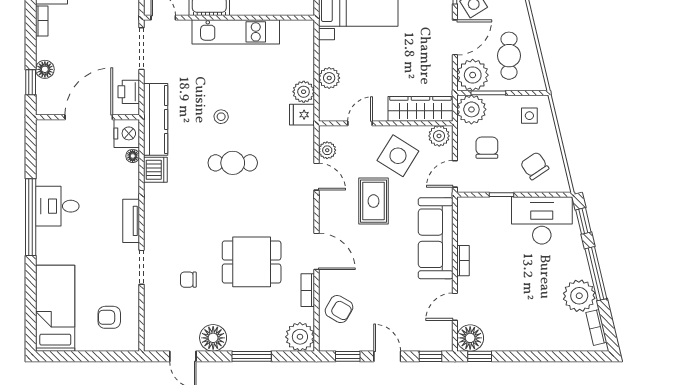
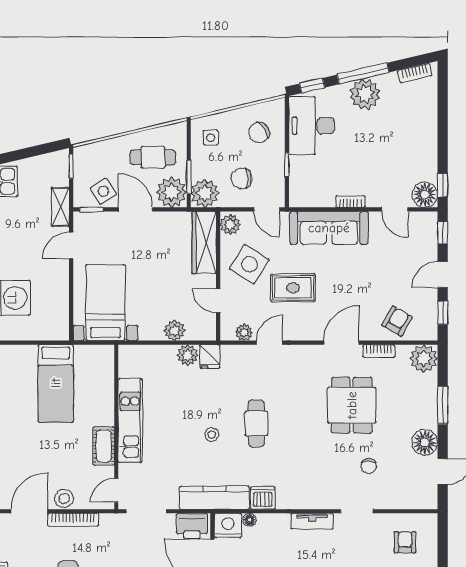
printer: (129, 92) -> (192, 526), width x1.36, depth x1.24
plant: (579, 296) -> (365, 94), moved
armchair: (109, 317) -> (405, 542), turned 180

